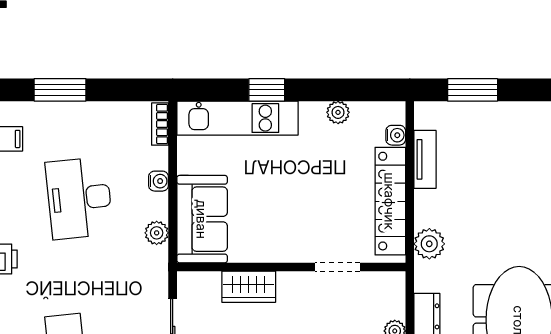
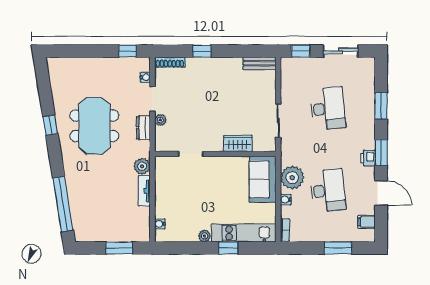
plant: (338, 112) -> (204, 236), moved
tv unit: (425, 159) -> (144, 191), moved
locker: (390, 201) -> (163, 189), removed
plant: (157, 233) -> (292, 178), width x1.88, depth x1.88

